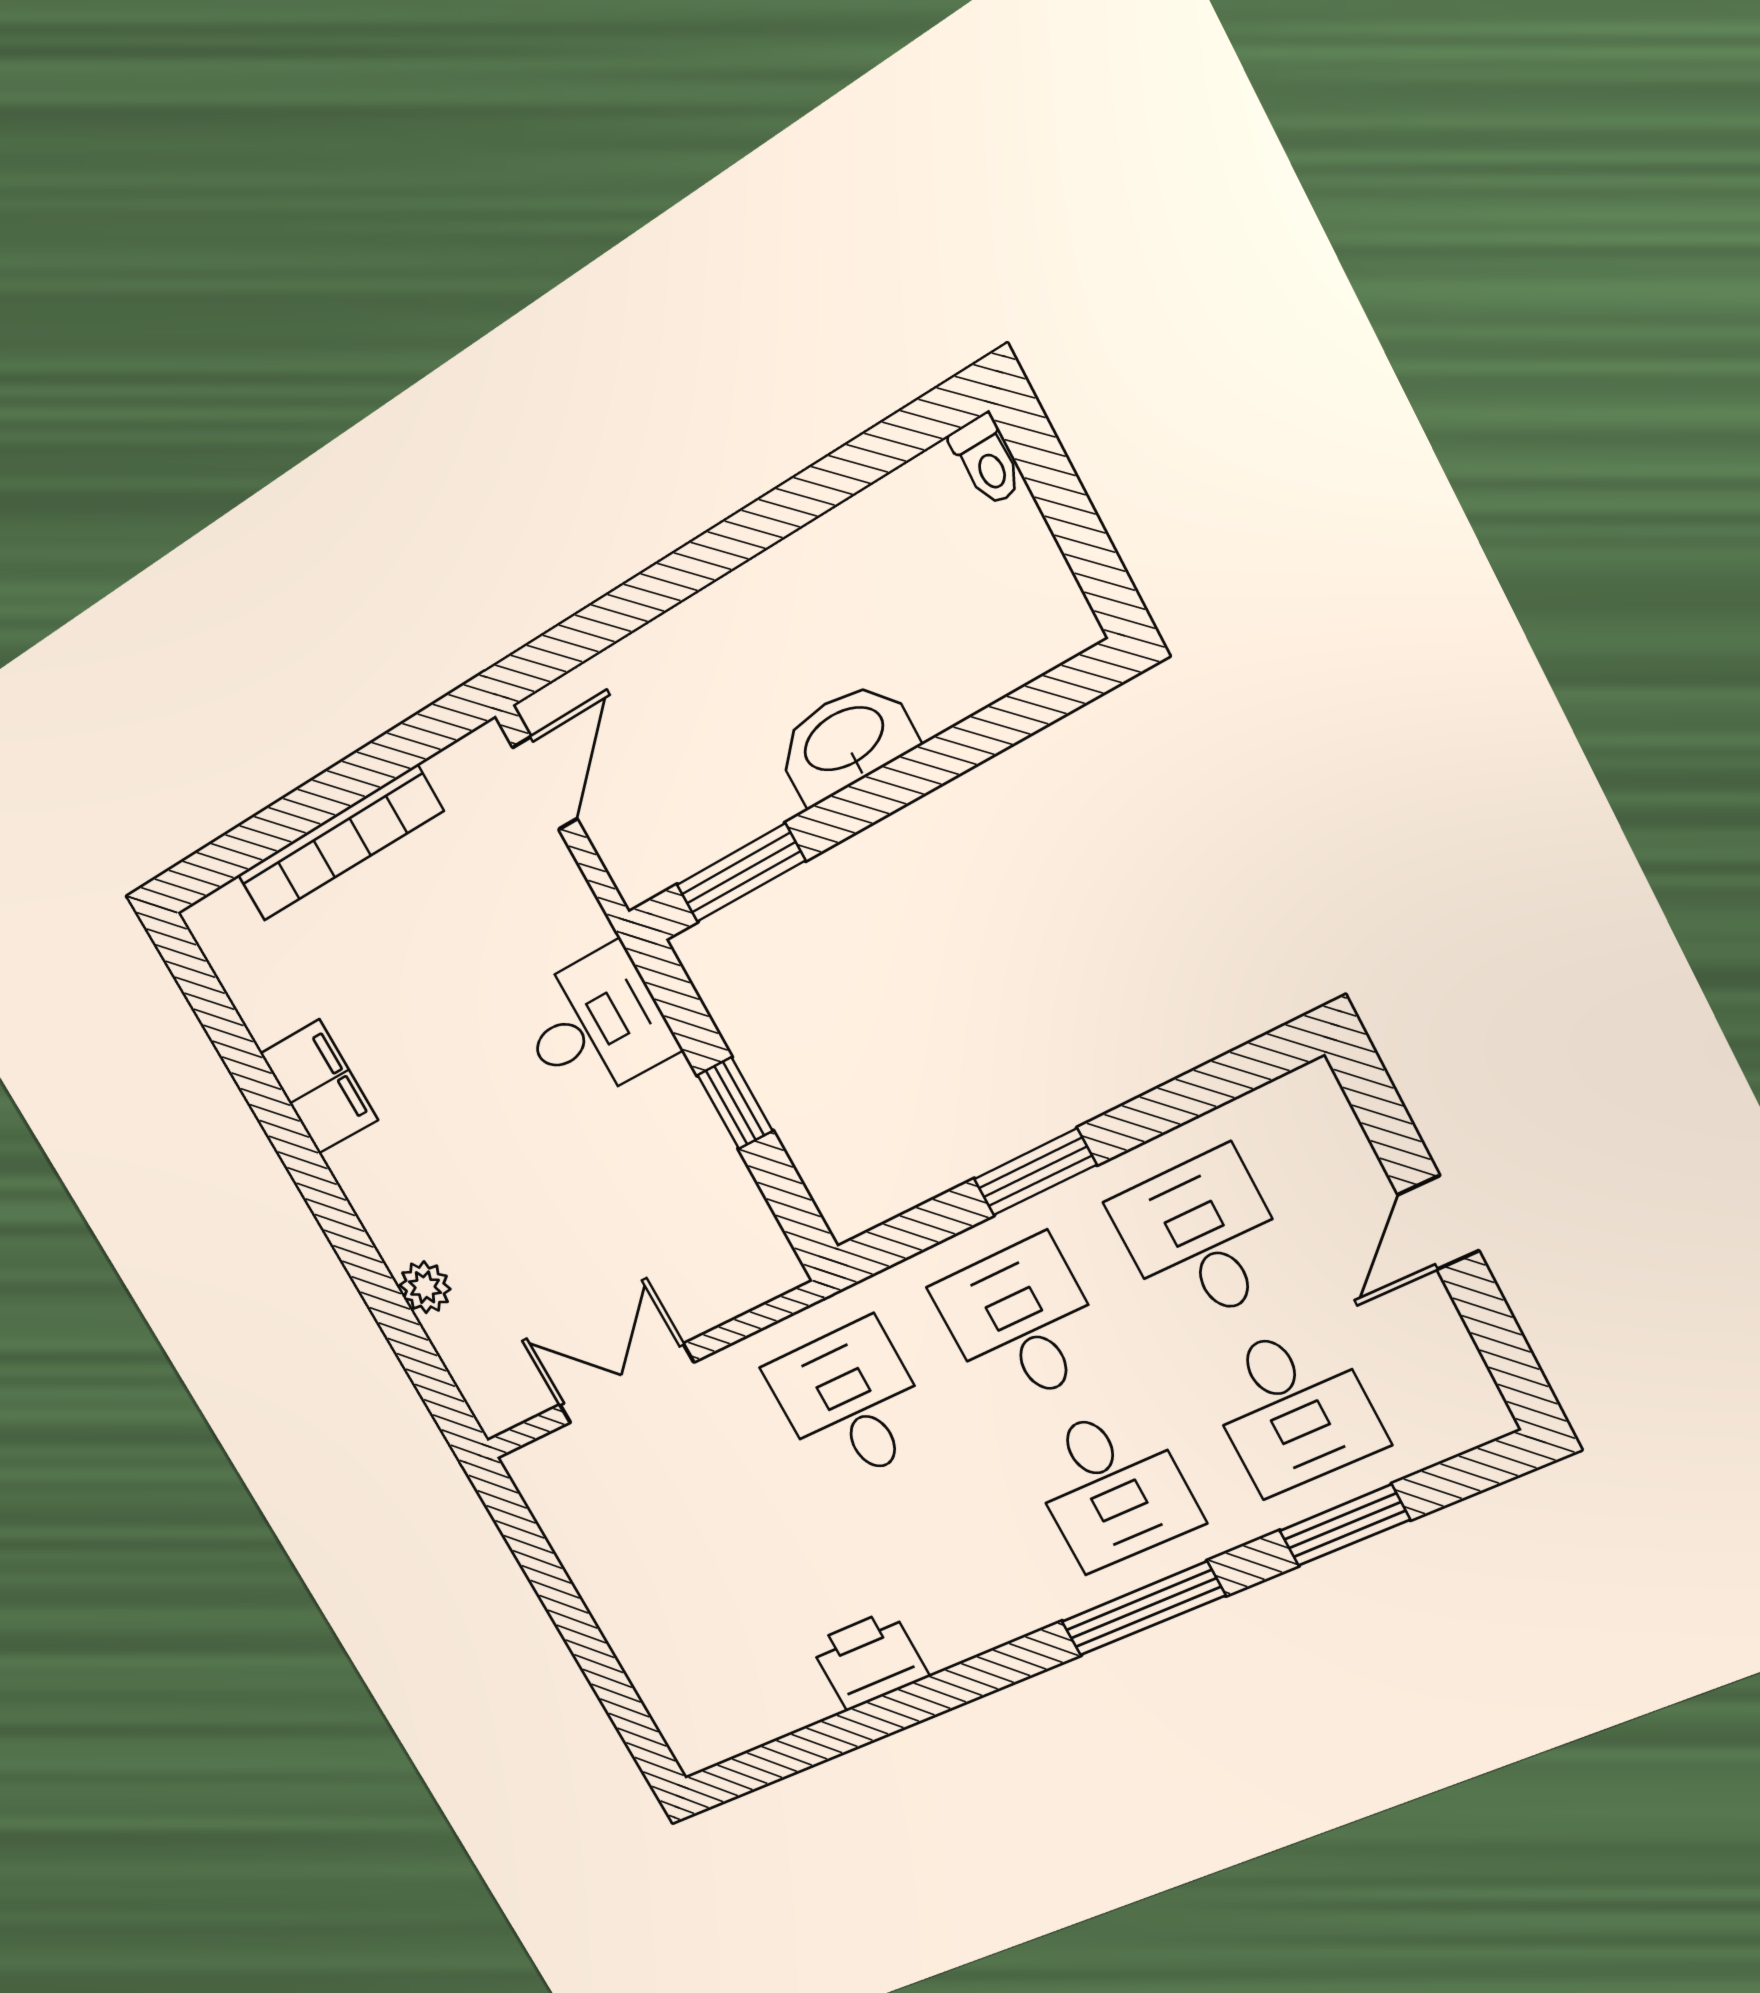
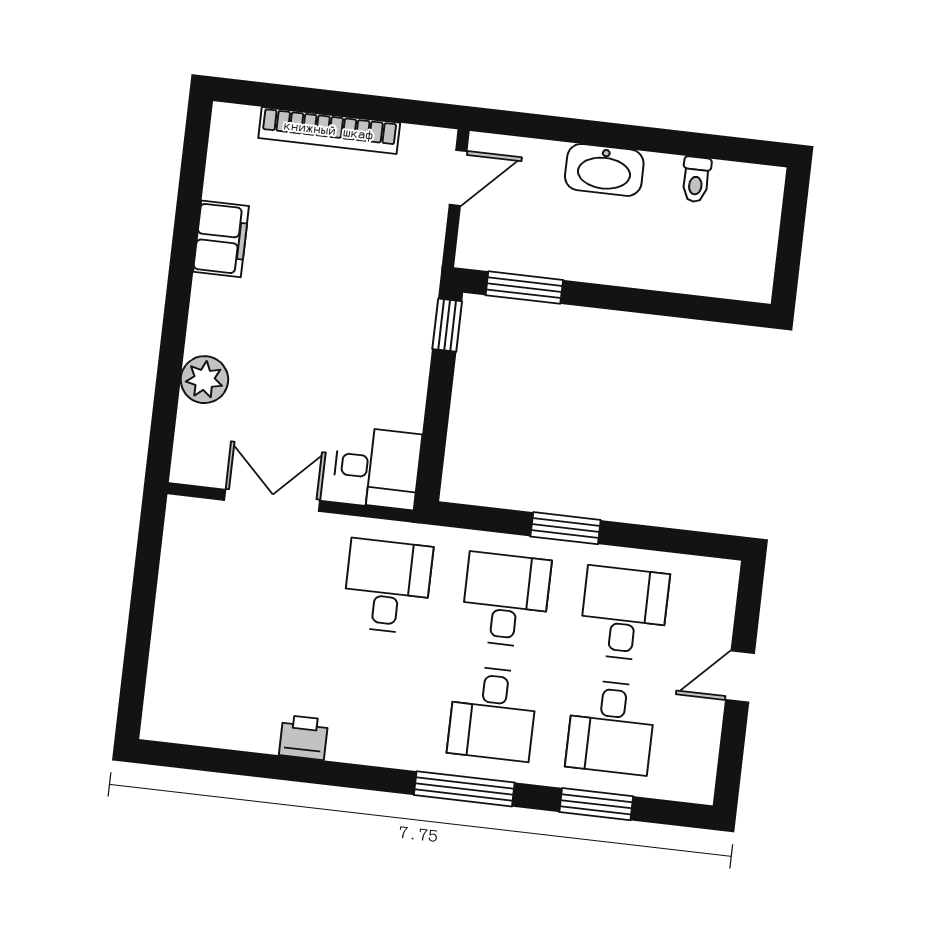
toilet: (987, 461) -> (696, 179), moved
washbasin: (845, 741) -> (604, 170), moved, turned 180
desk: (595, 1025) -> (377, 468), moved
window: (735, 1103) -> (447, 325), moved
plant: (425, 1287) -> (204, 380), width x1.38, depth x1.38
printer: (869, 1660) -> (304, 737), width x0.73, depth x0.81

